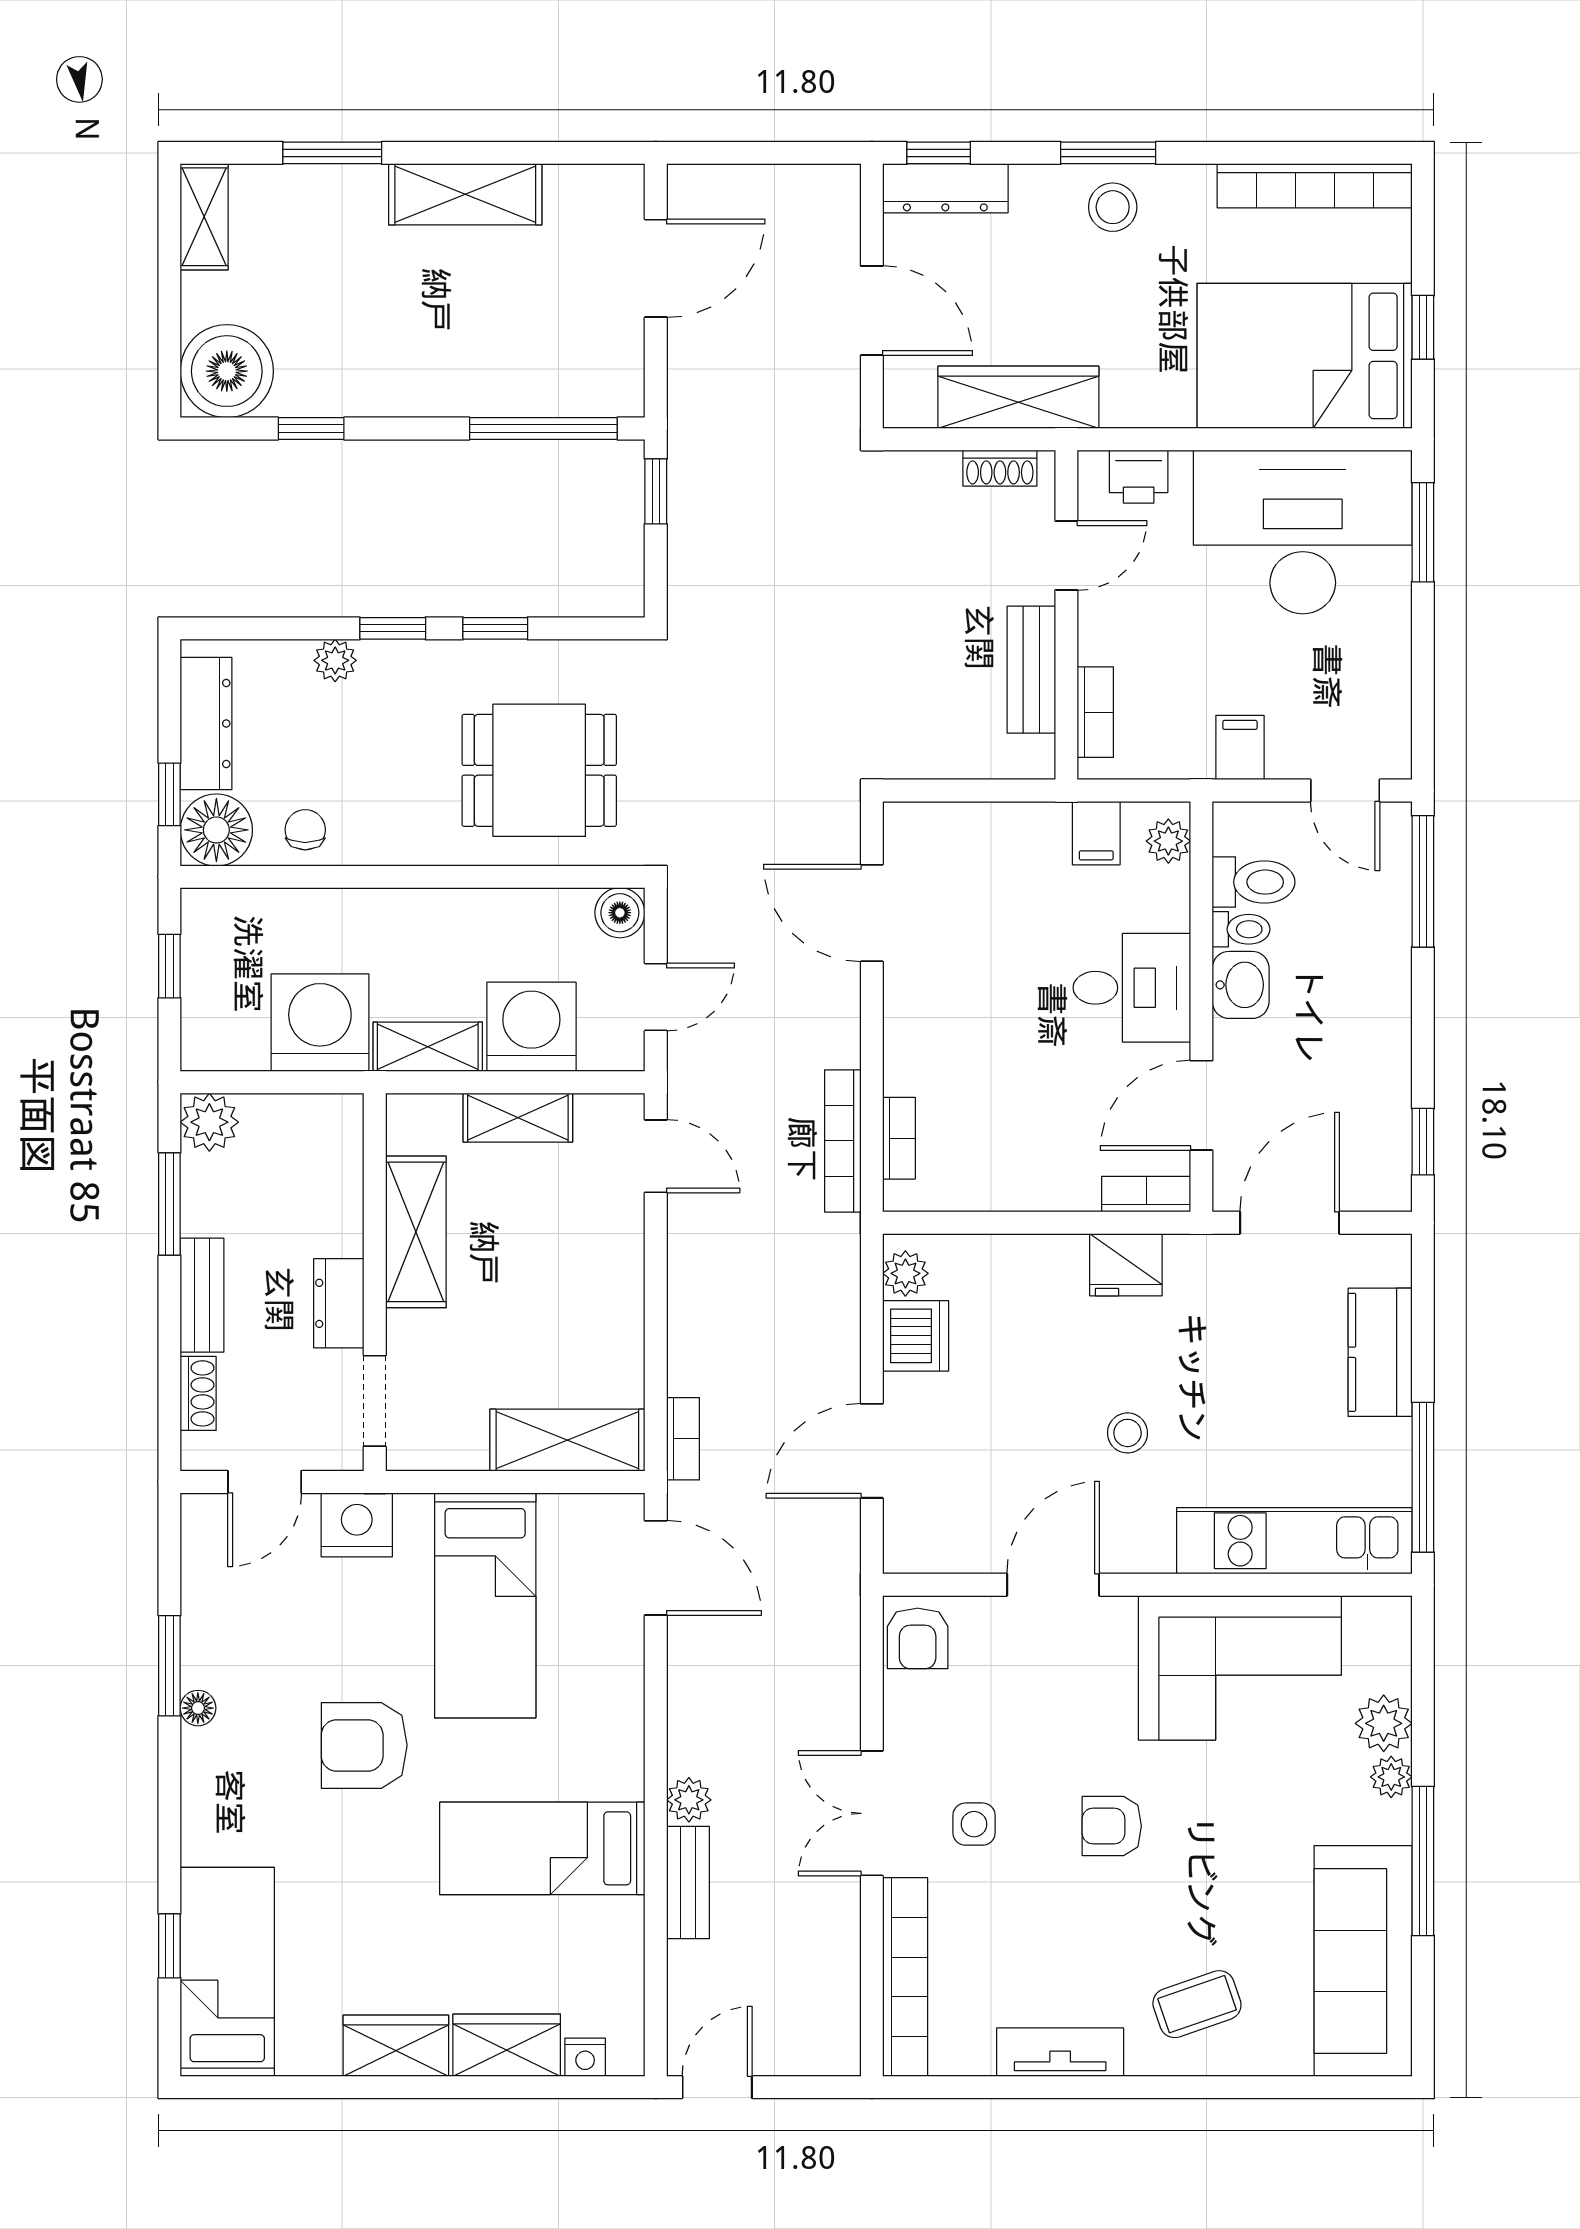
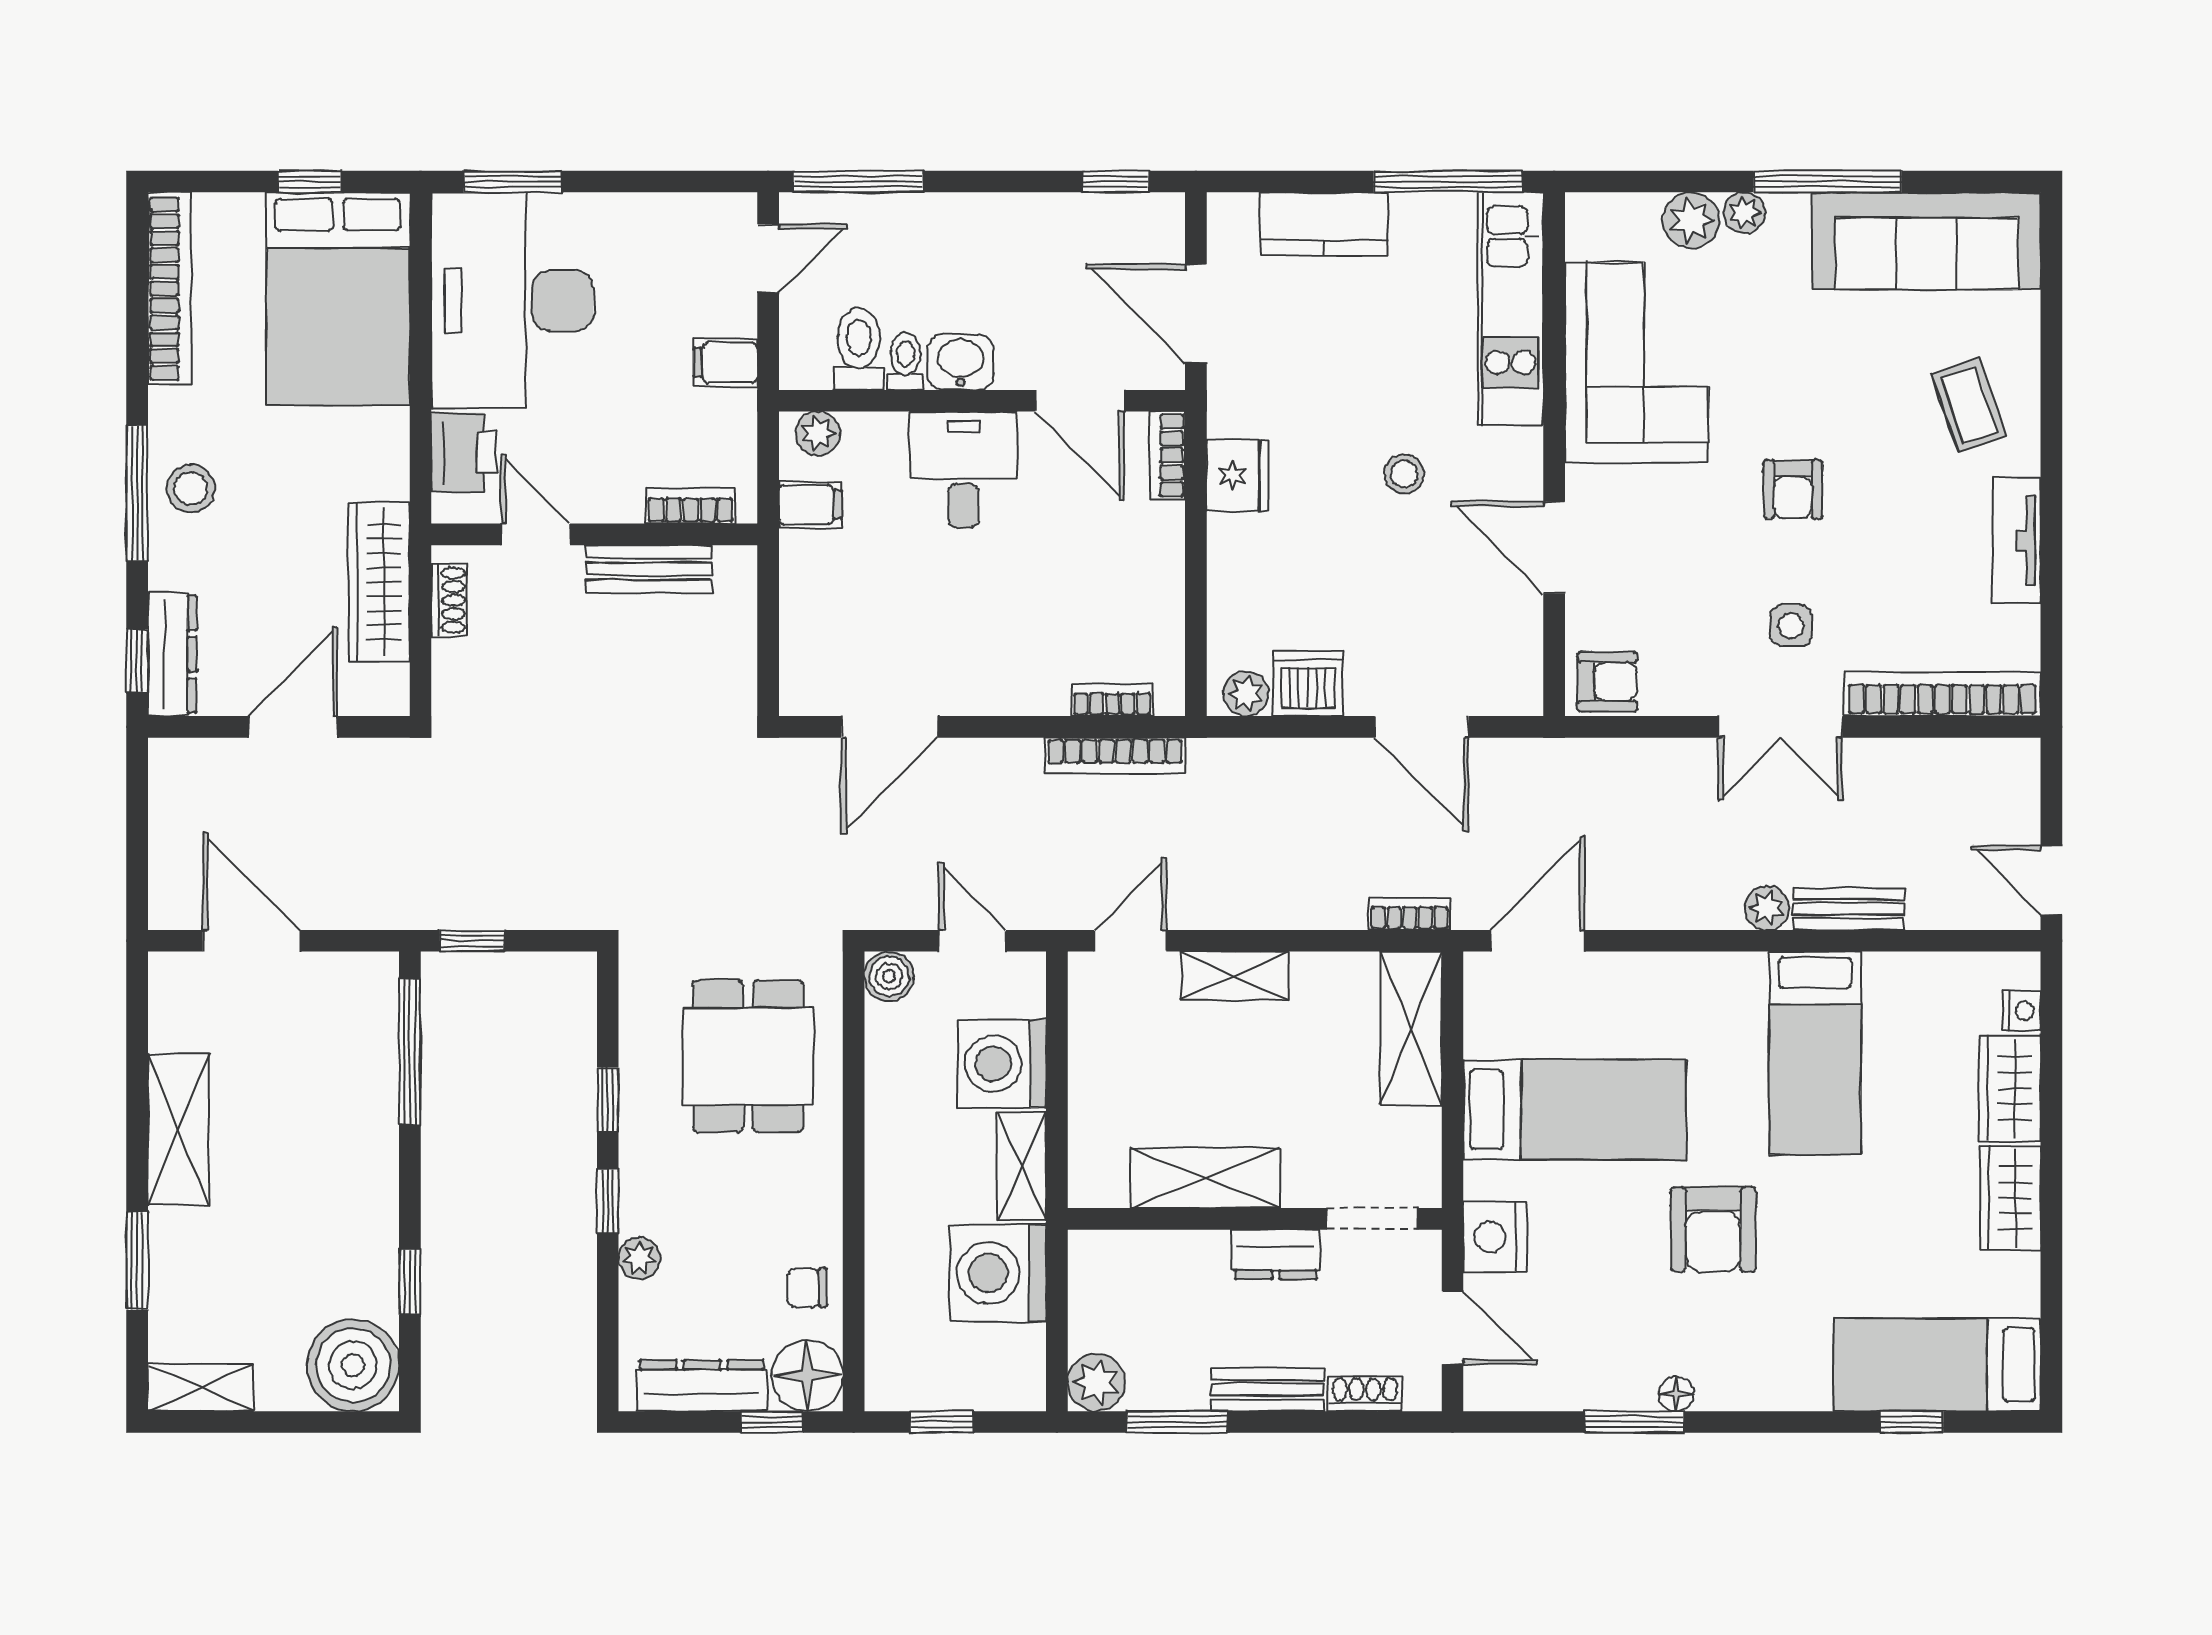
window: (1108, 153) -> (137, 493), width x1.44
printer: (1139, 477) -> (464, 452), width x1.36, depth x1.24
shelving: (518, 1118) -> (1235, 976), moved, turned 90

